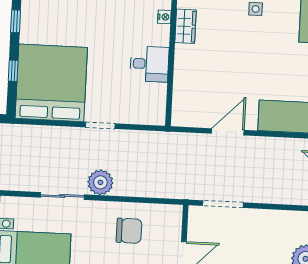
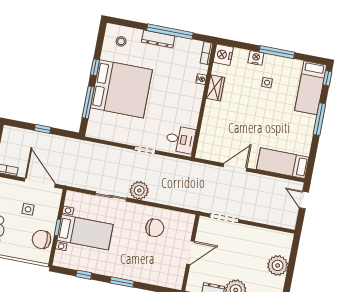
desk: (149, 64) -> (181, 139), moved
window: (13, 71) -> (88, 102), width x2.17
bed: (51, 83) -> (121, 89), moved, turned 90

